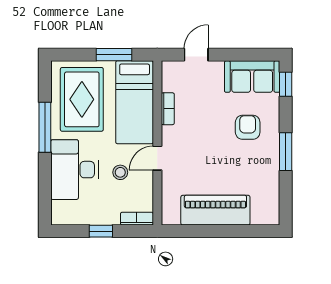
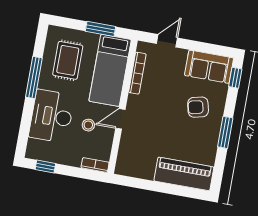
rug: (82, 99) -> (68, 60), width x0.73, depth x0.70
bookcase: (168, 109) -> (137, 73), width x1.56
armchair: (248, 127) -> (198, 107), turned -103
piano: (215, 210) -> (184, 174), moved
window: (101, 231) -> (45, 167), moved

